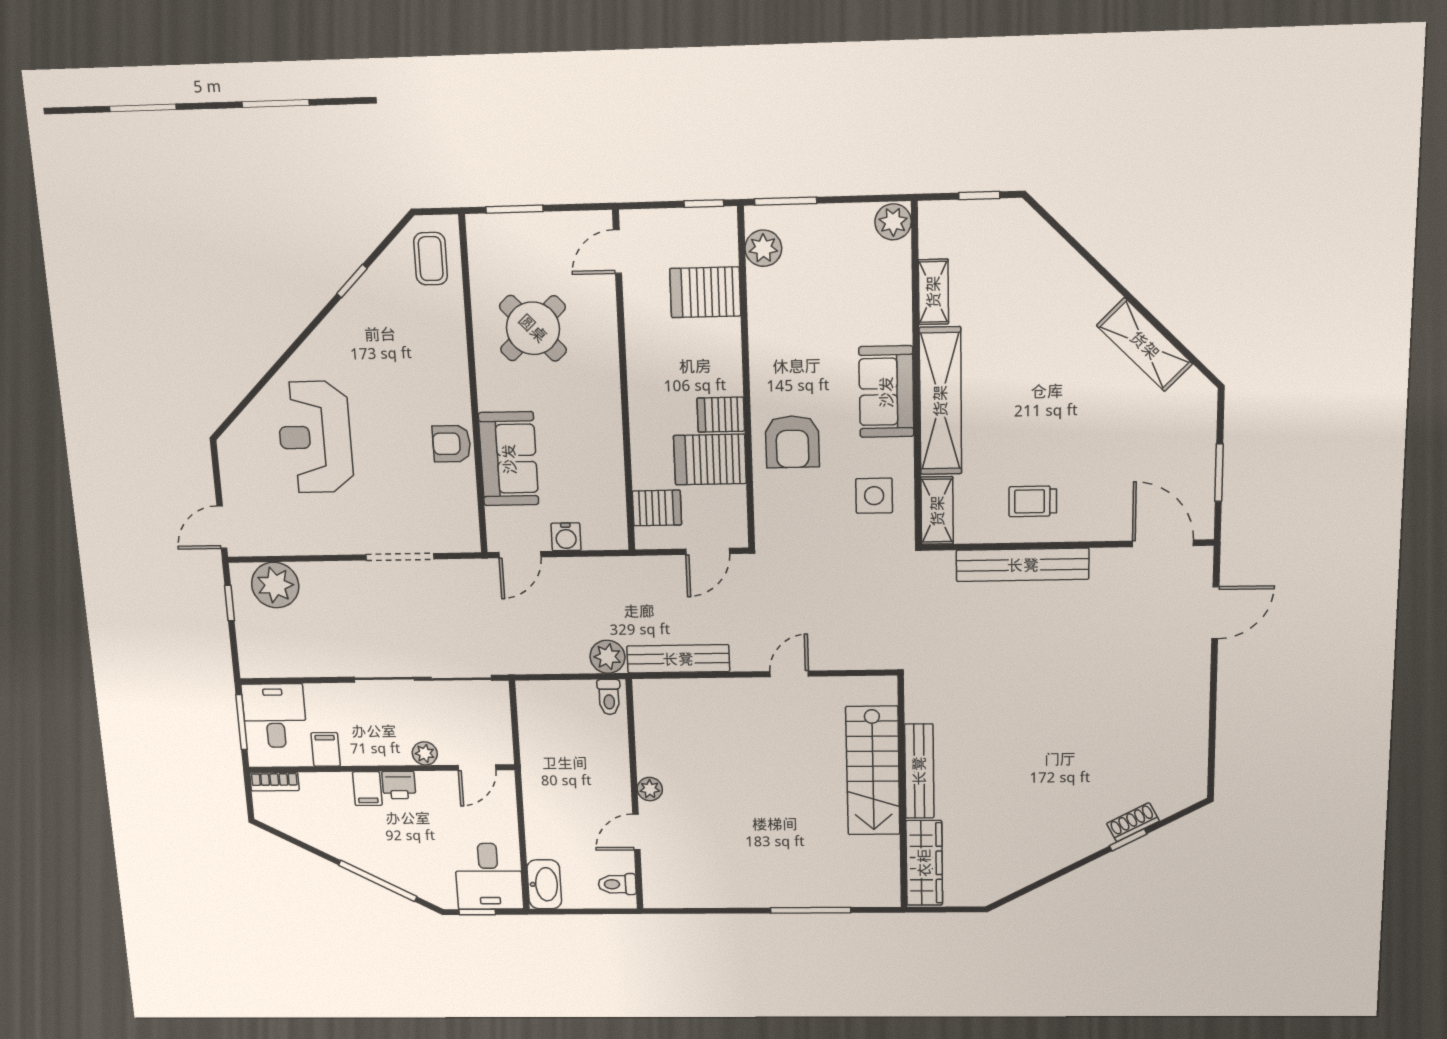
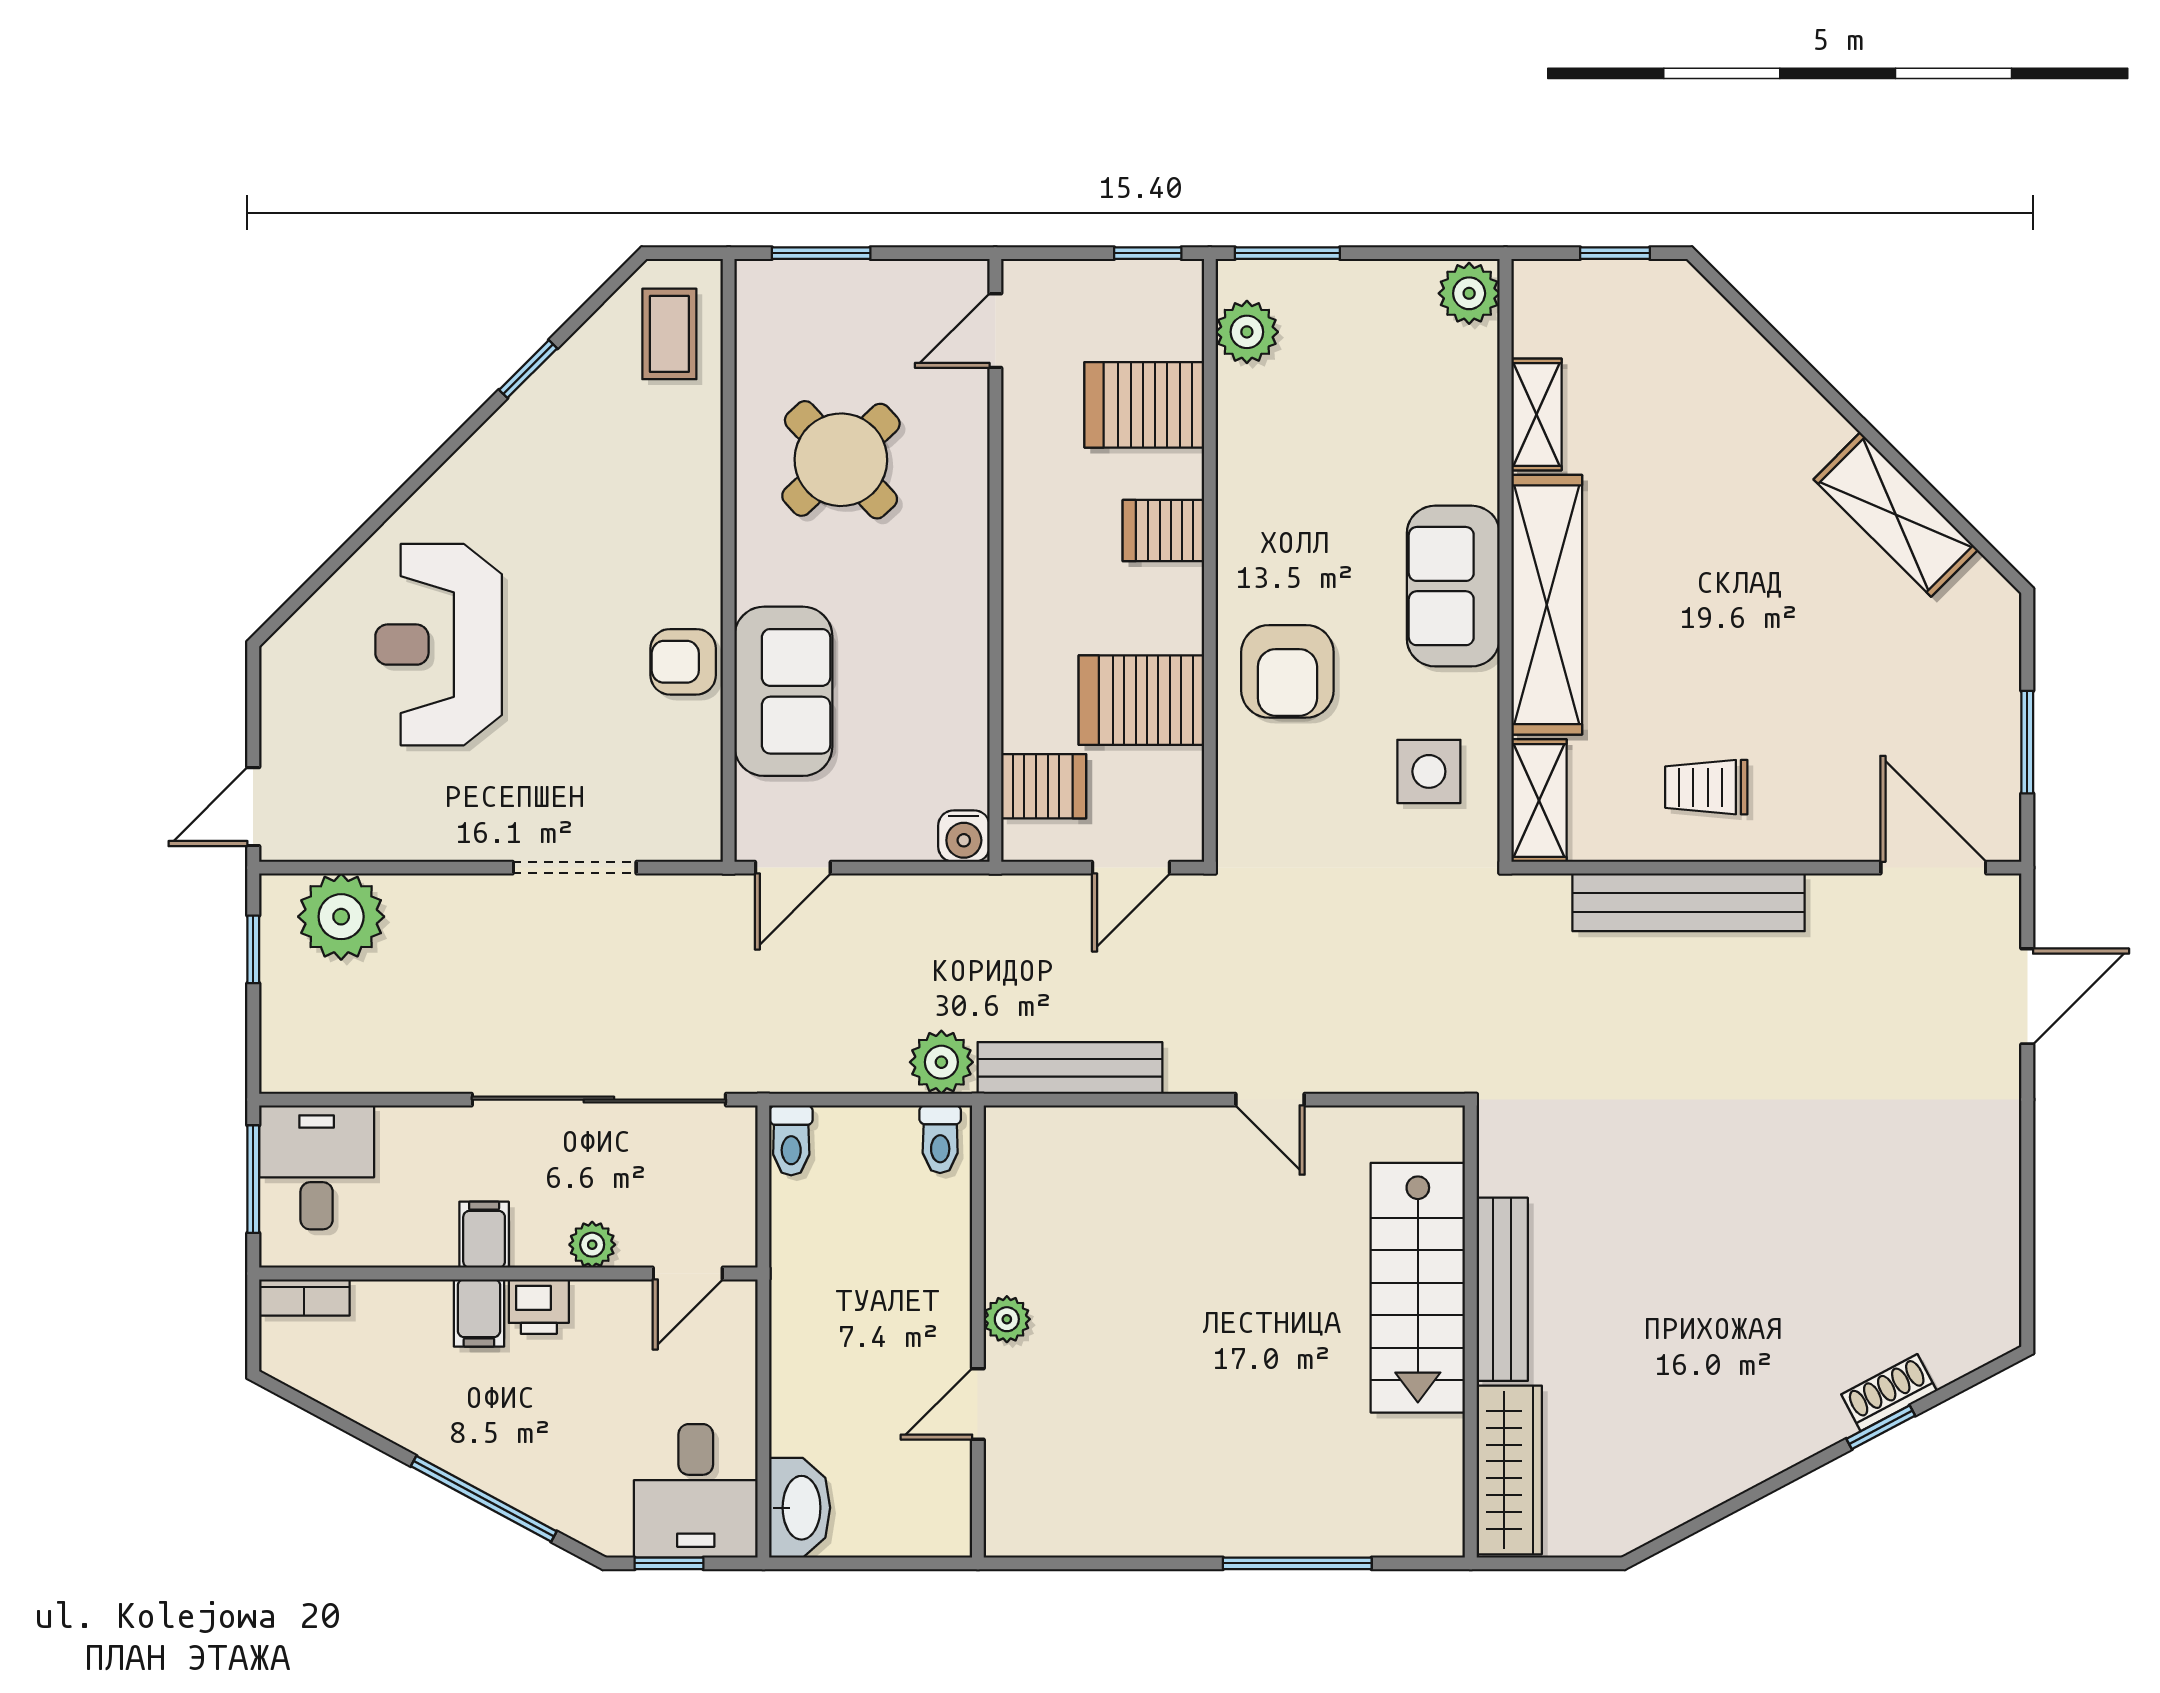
server rack: (721, 415) -> (1163, 531), moved
water cooler: (566, 537) -> (964, 836), moved
door: (789, 674) -> (1270, 1100), swing flipped
filing cabinet: (326, 749) -> (484, 1235), moved
toilet: (617, 884) -> (791, 1140), moved, turned -90

